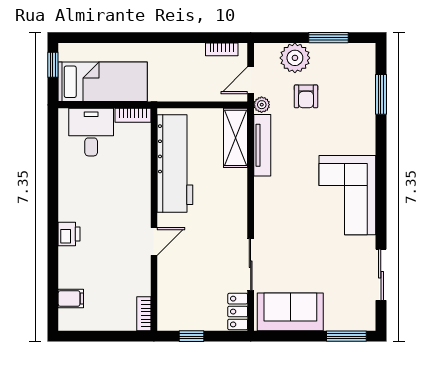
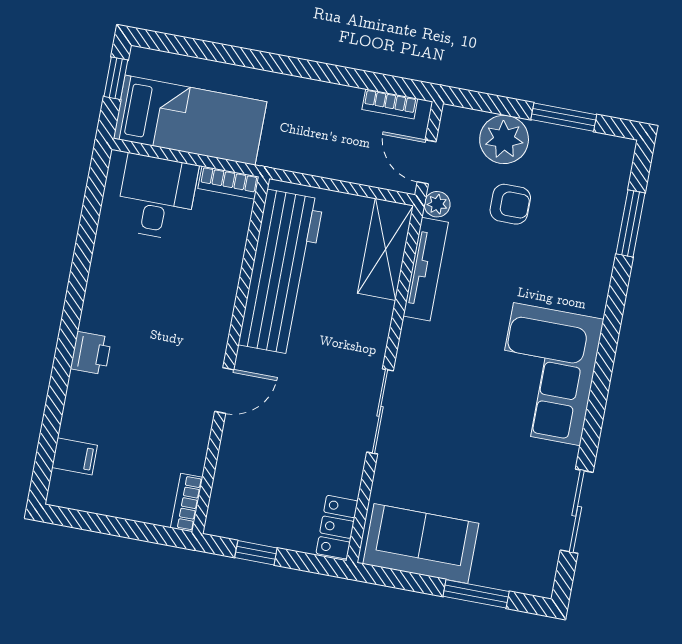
door: (251, 80) -> (427, 162), hinge flipped
armchair: (306, 96) -> (510, 204), turned -90
sliding door: (251, 264) -> (380, 411), moved
window: (346, 336) -> (476, 594), moved

